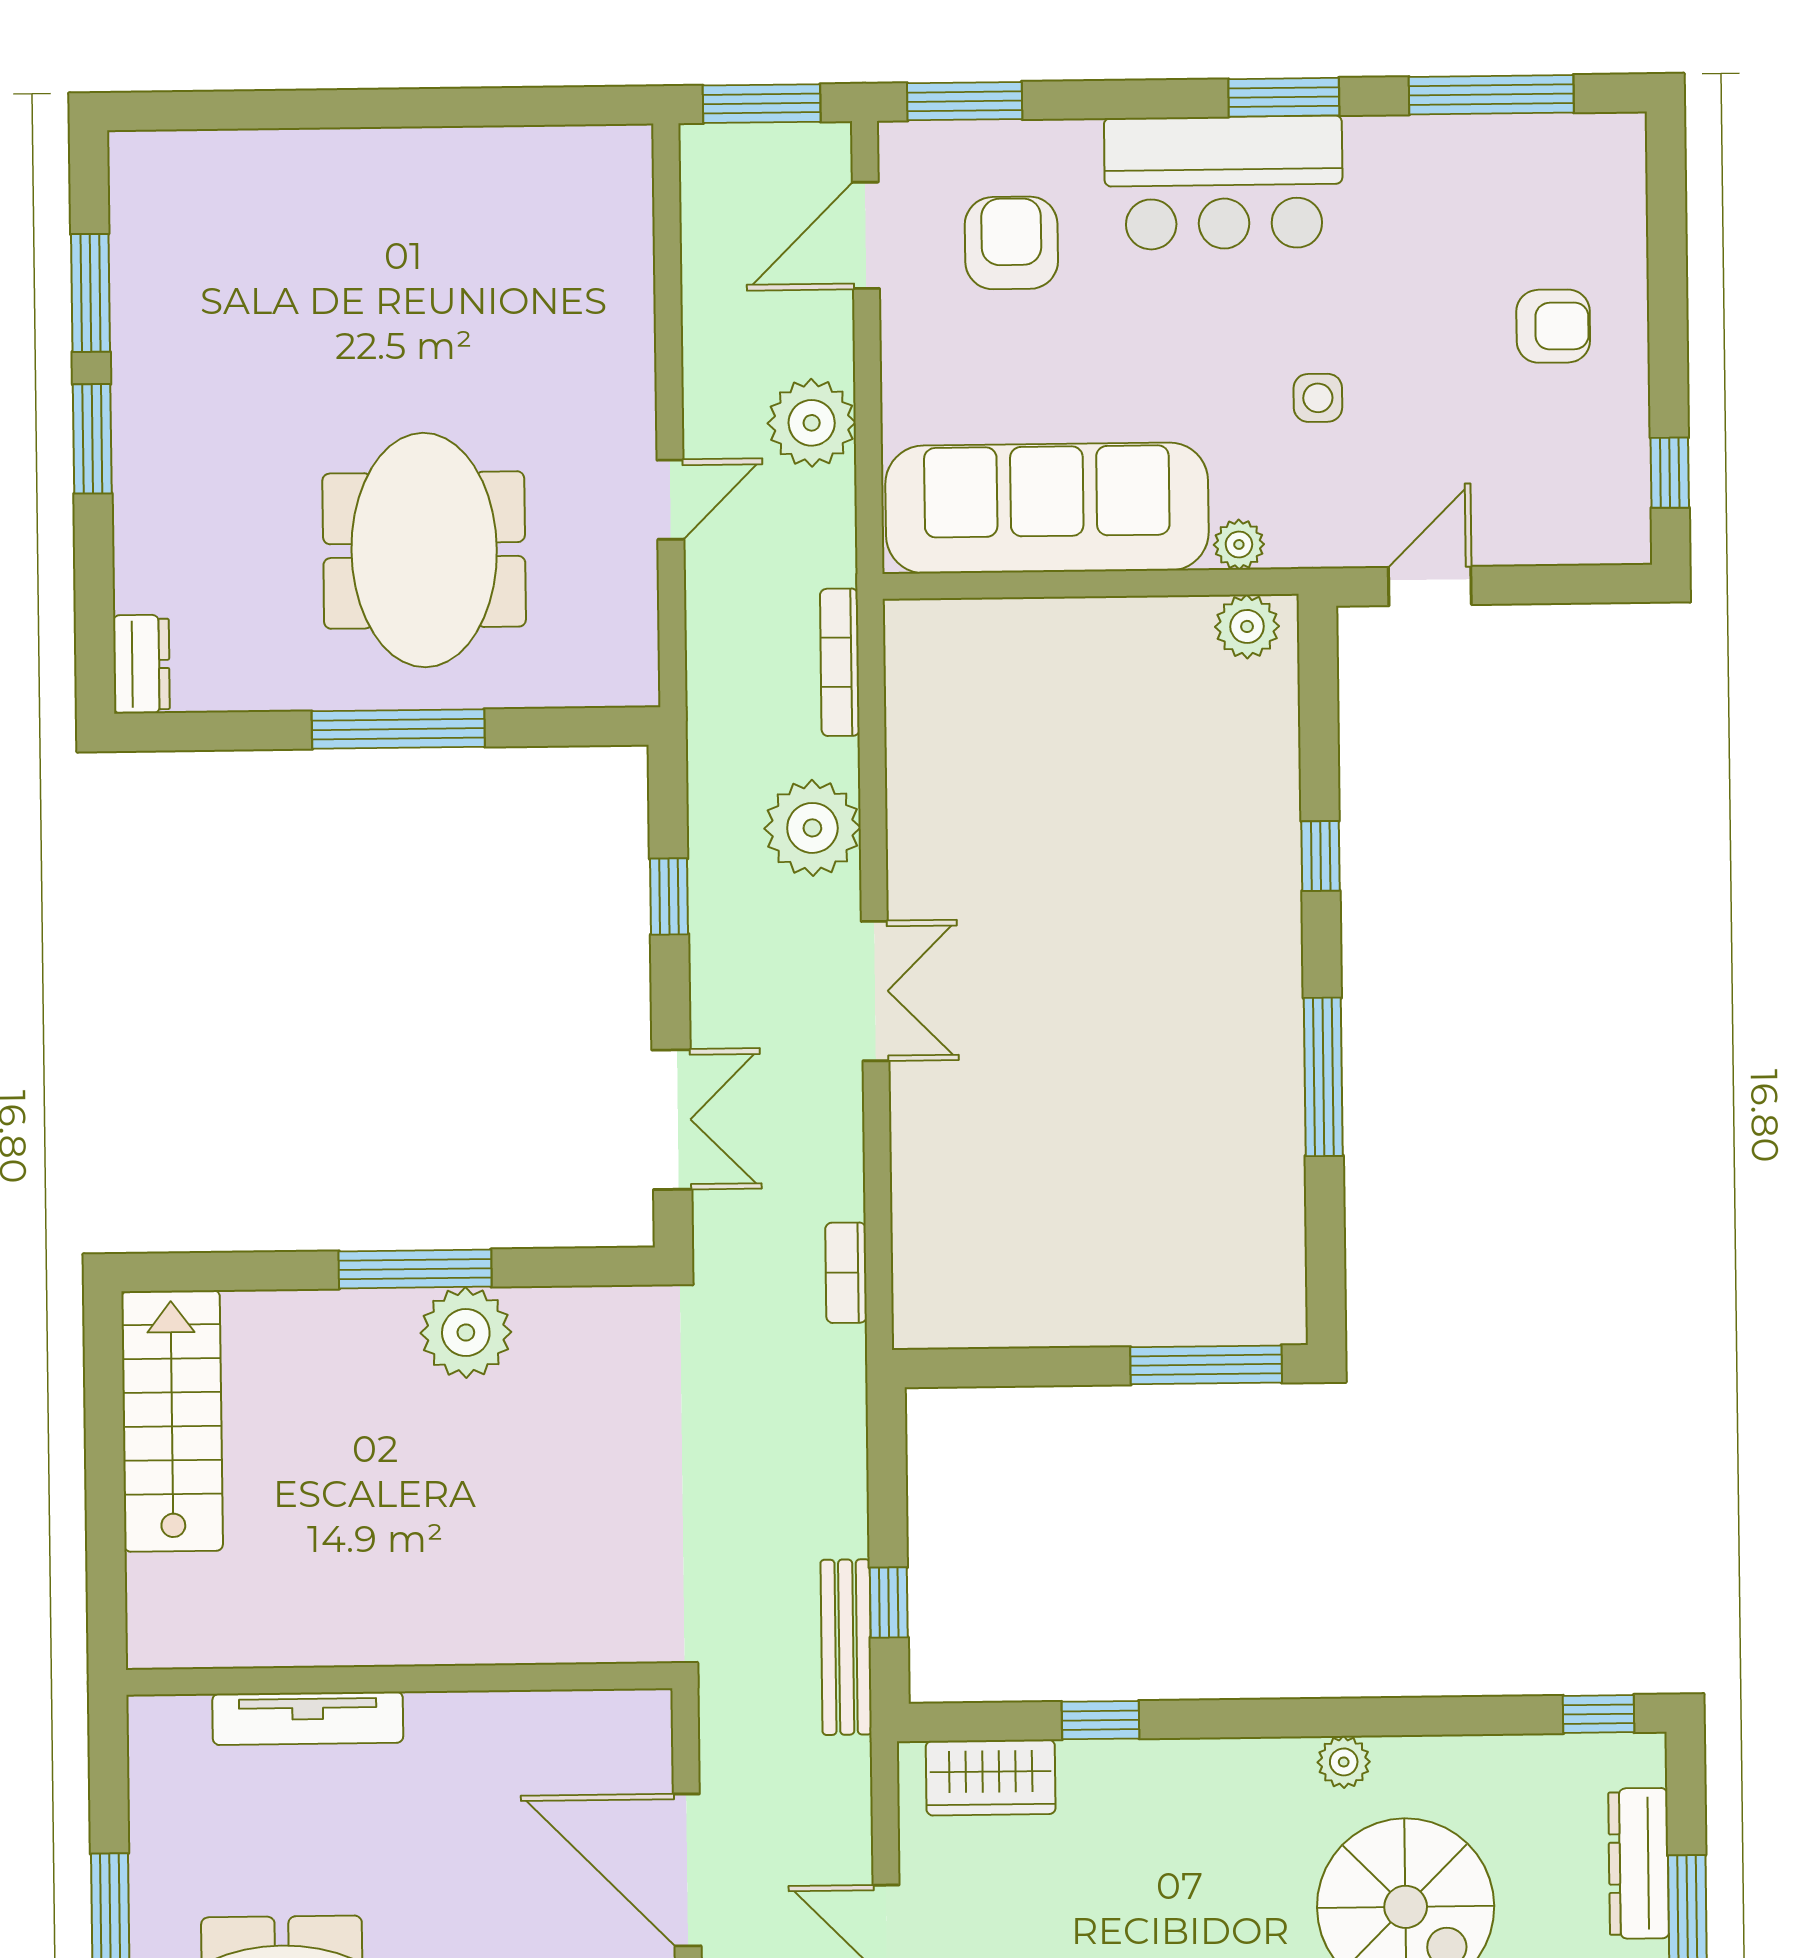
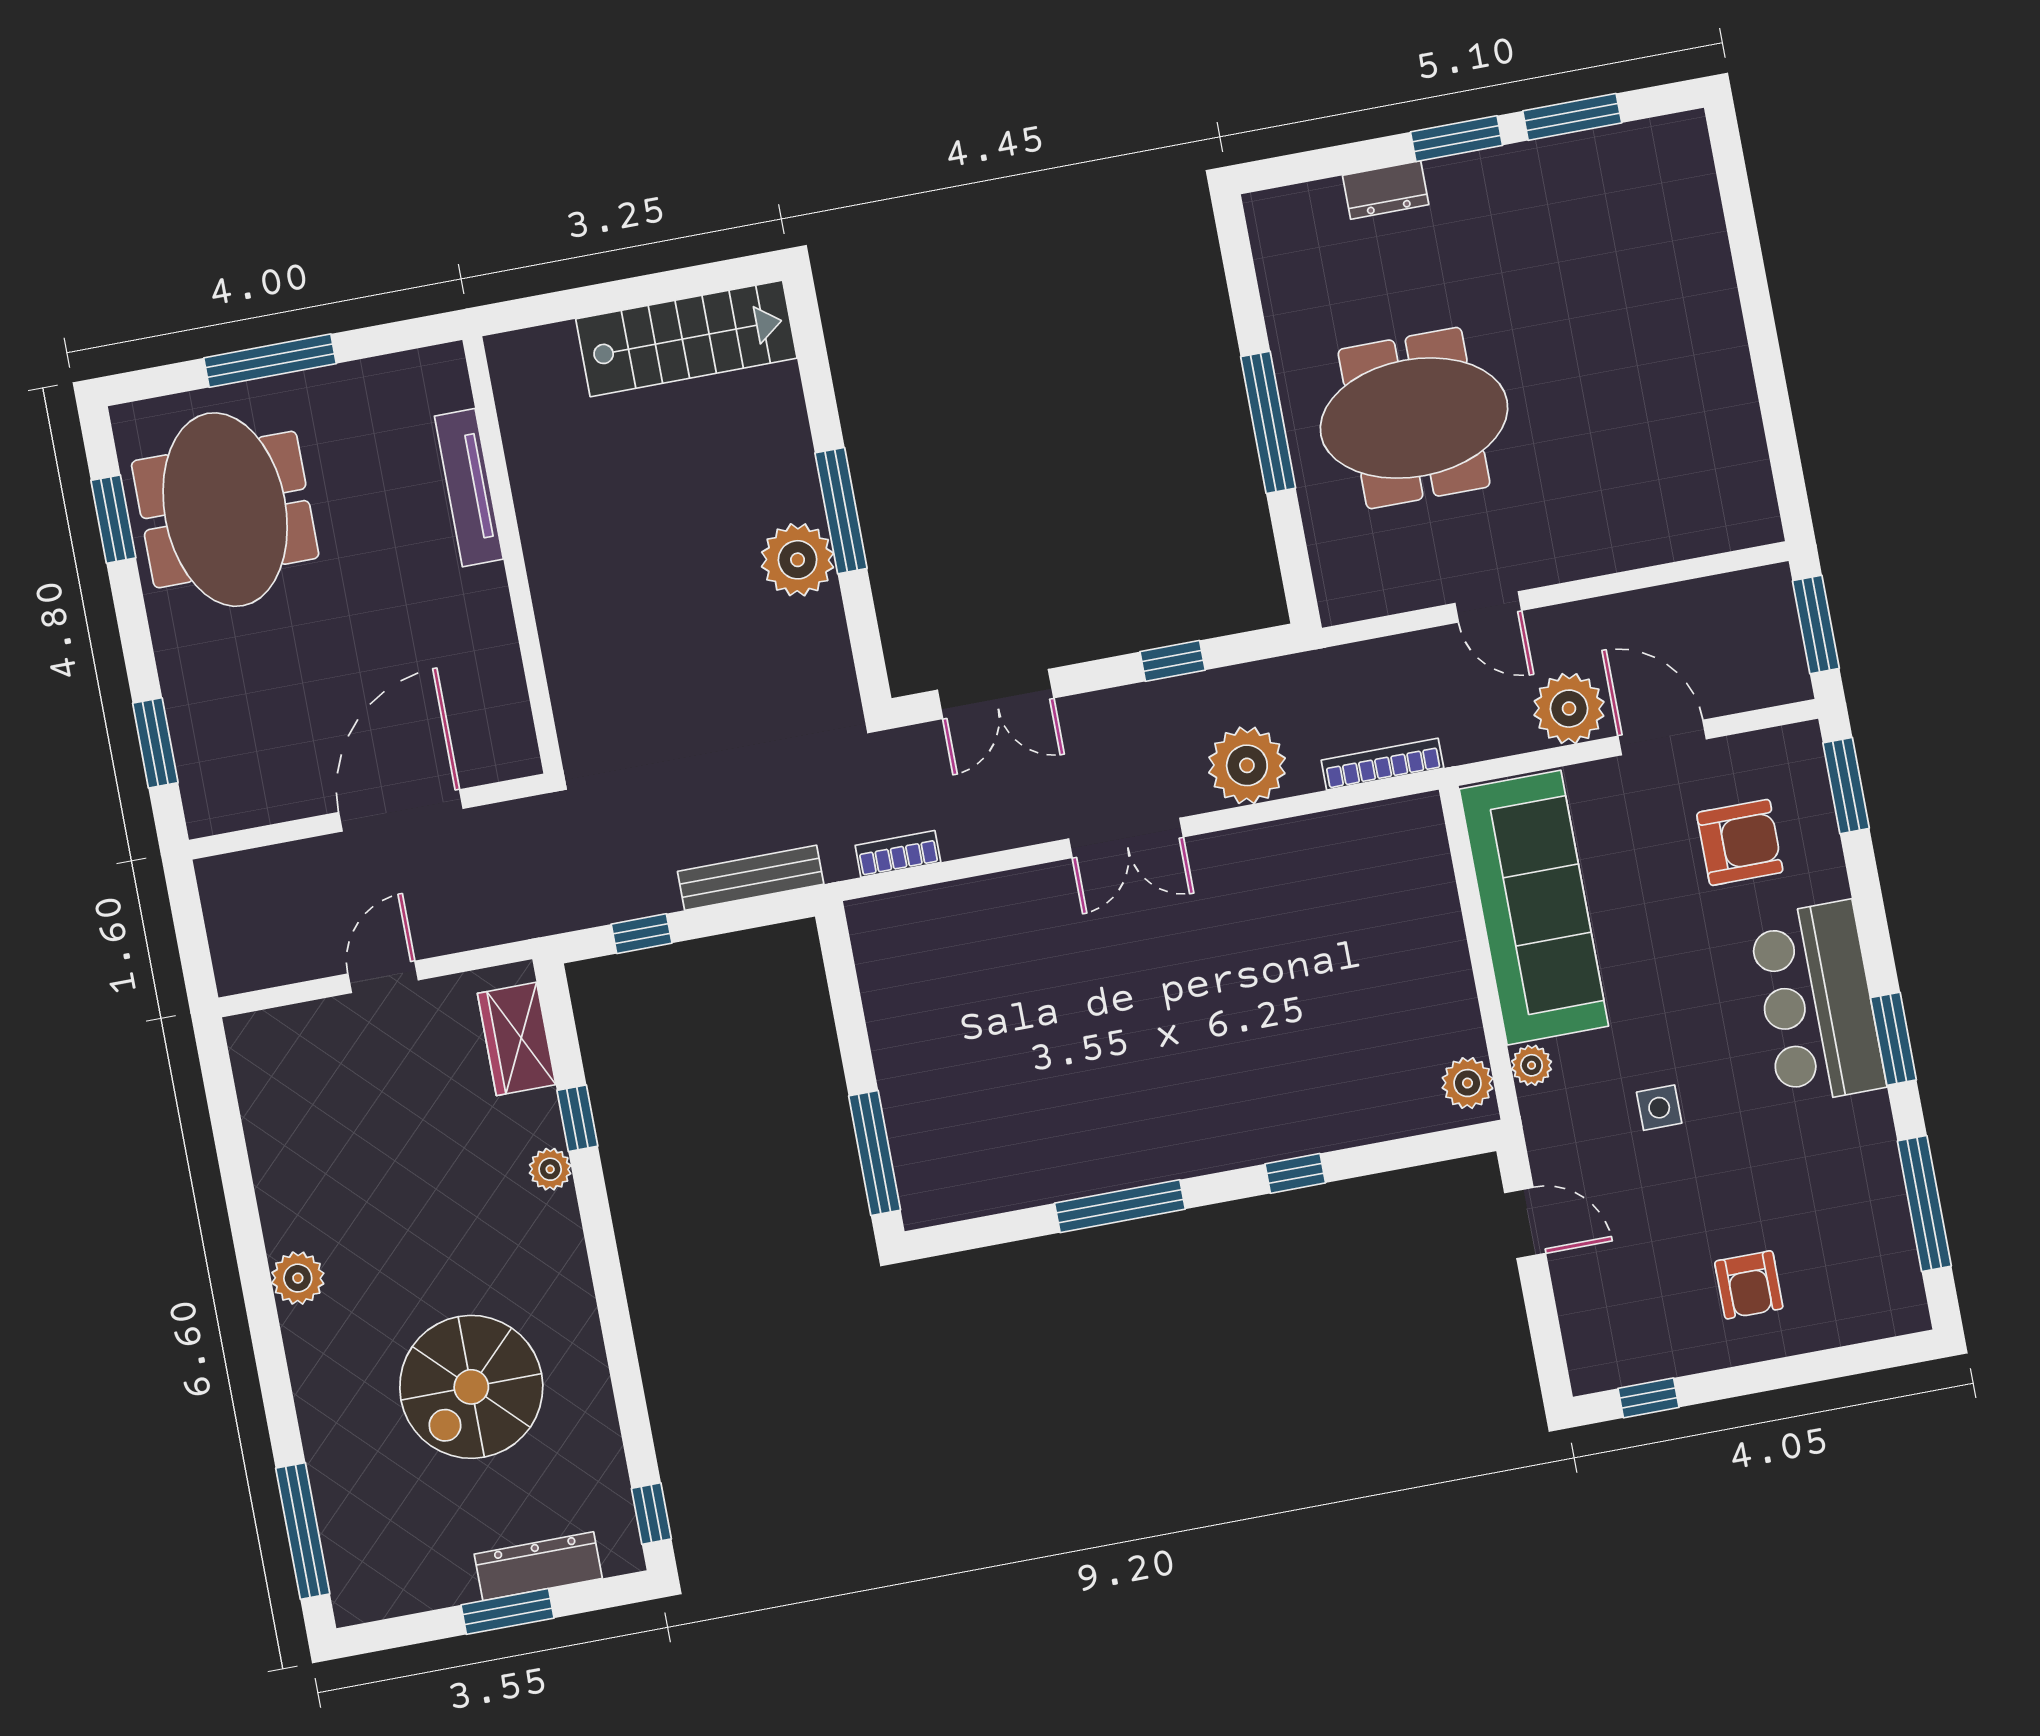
door: (866, 235) -> (1662, 738), moved
dresser: (141, 664) -> (1386, 190), moved
bench: (846, 1647) -> (751, 878), moved
plant: (1344, 1762) -> (550, 1169), moved

